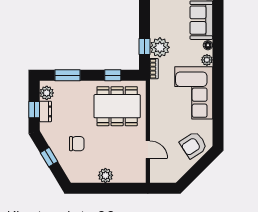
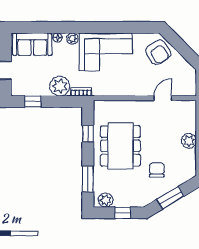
window: (144, 47) -> (33, 102), moved
dining table: (117, 106) -> (120, 146), moved
dresser: (45, 111) -> (124, 201), removed
window: (49, 157) -> (170, 198), width x1.50

